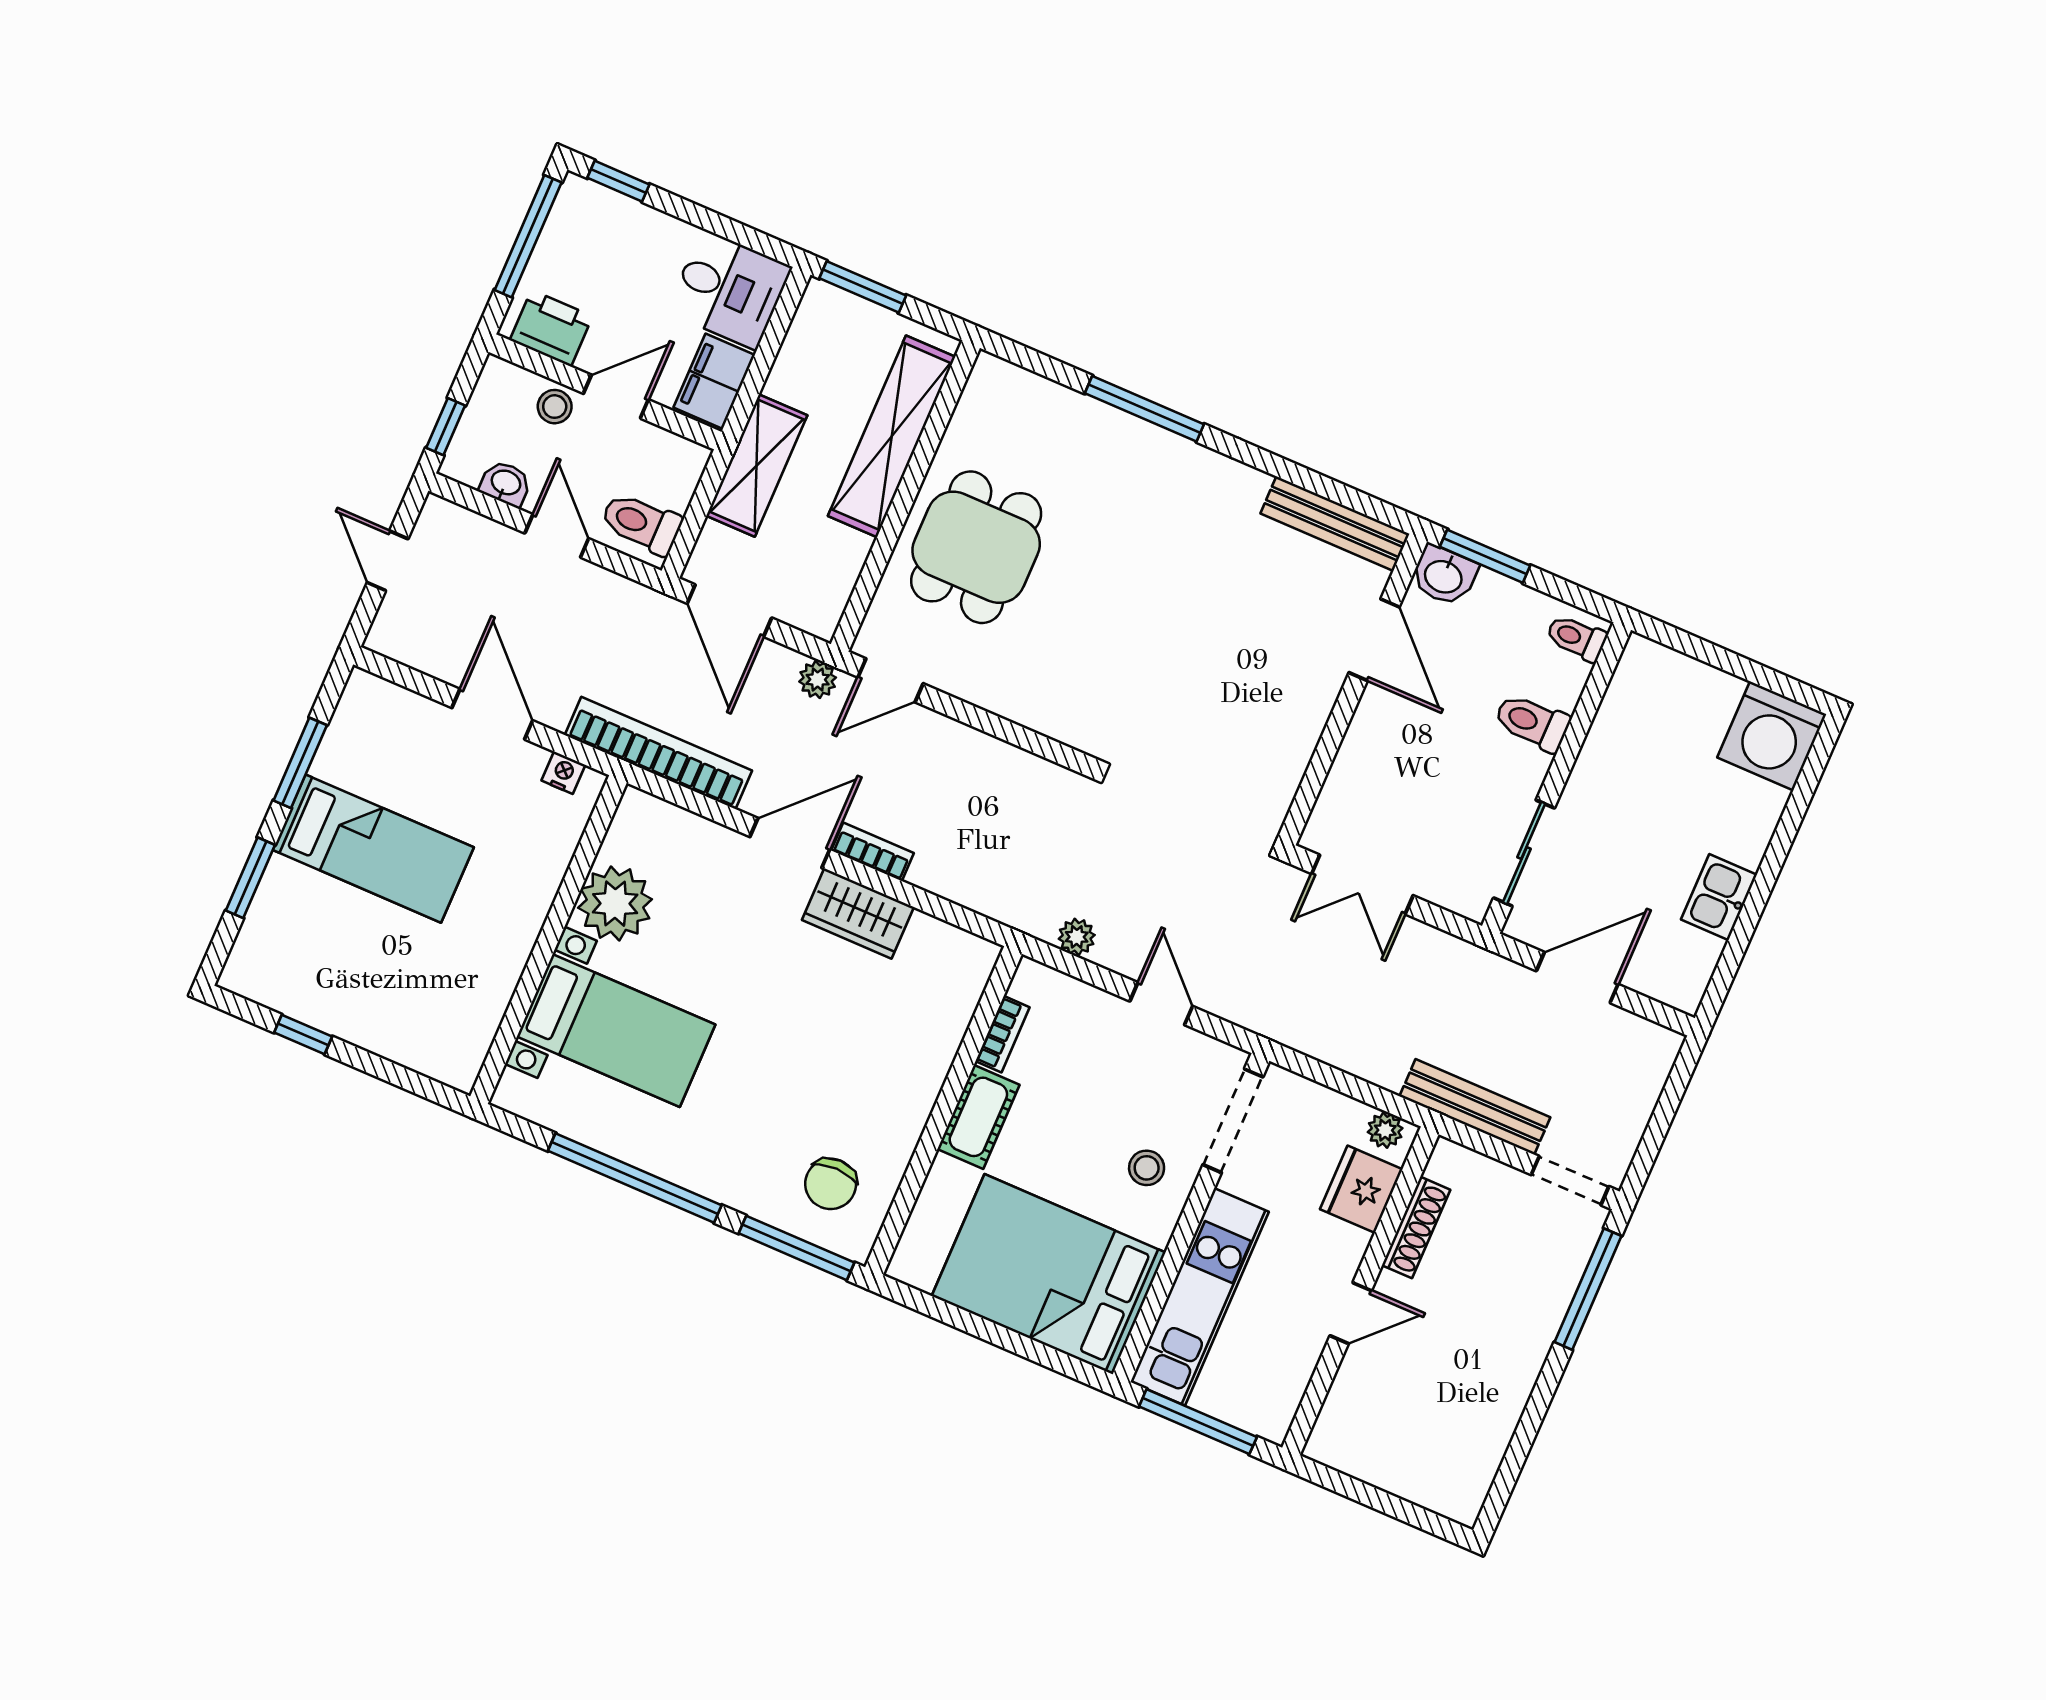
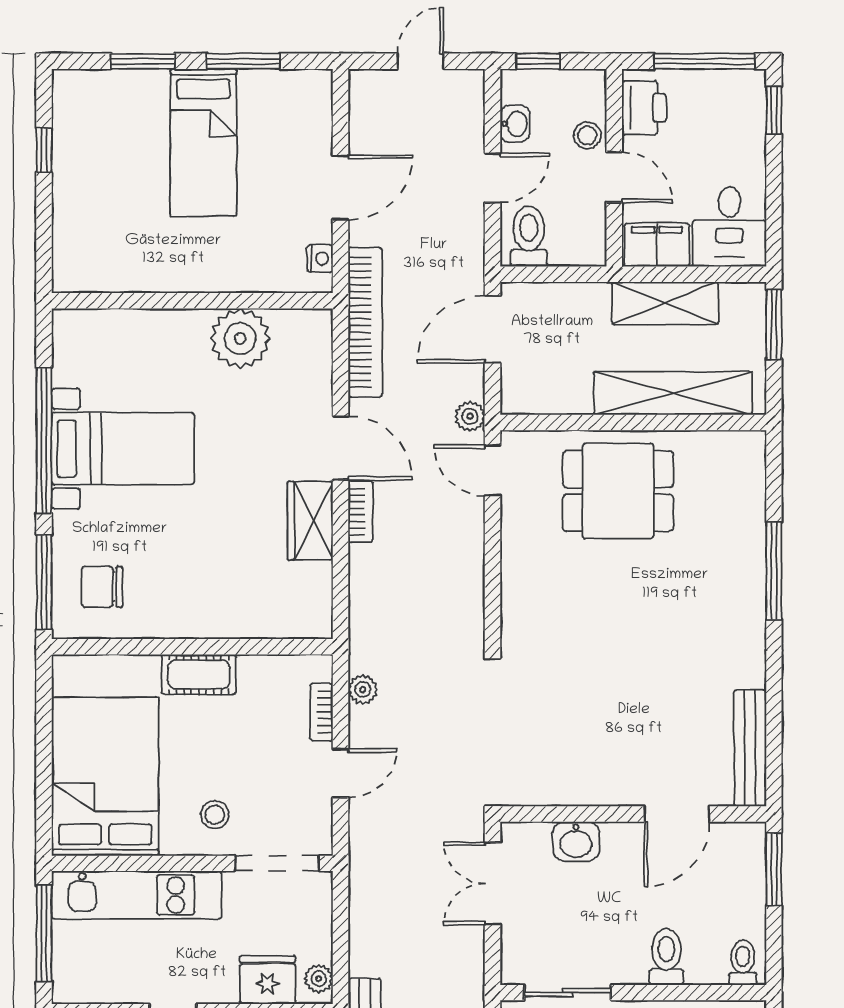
shelving: (757, 466) -> (665, 303), moved
washbasin: (1444, 575) -> (576, 841), moved, turned -90
bed with nightstands: (616, 1031) -> (123, 449), moved, turned -90
bookcase: (1002, 1034) -> (321, 712), moved, turned 90

